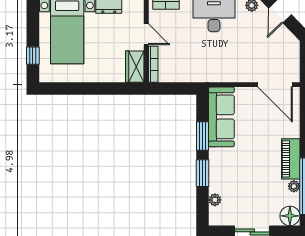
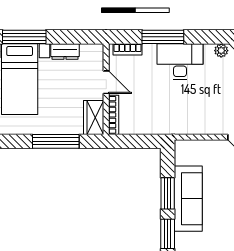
window: (100, 88) -> (56, 141), added
sofa: (221, 117) -> (188, 199), moved

